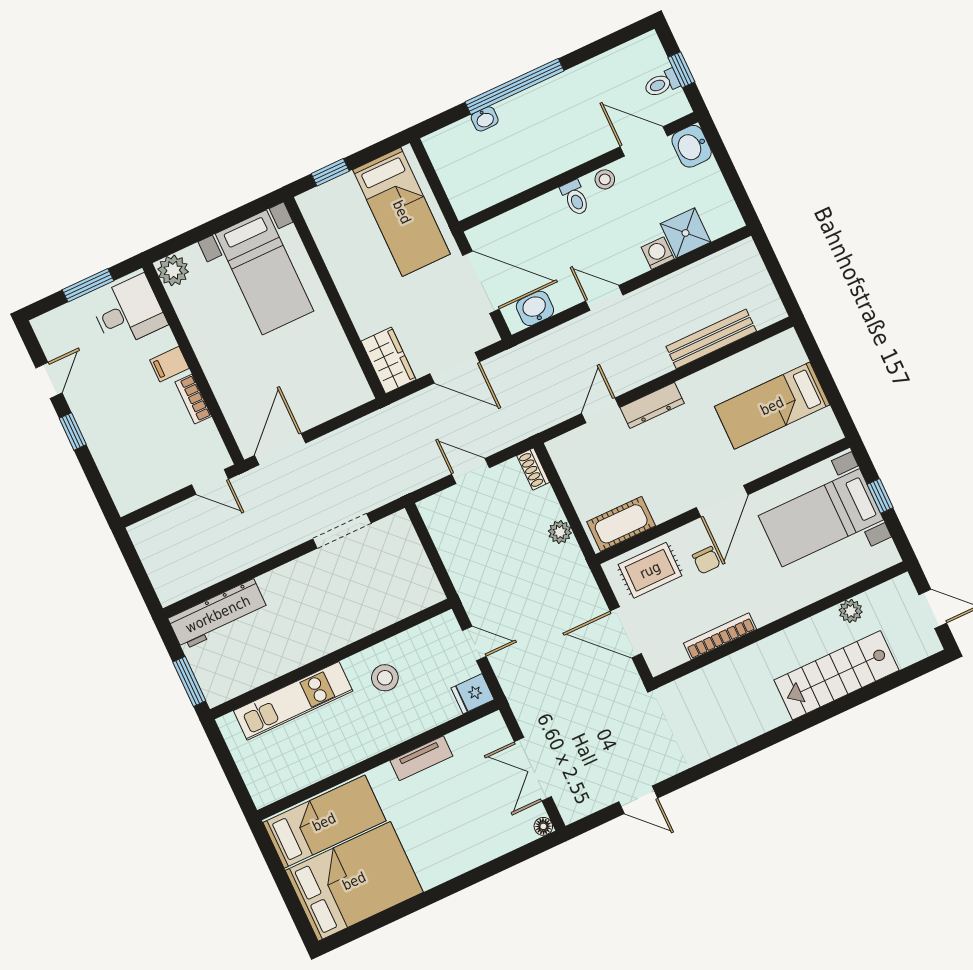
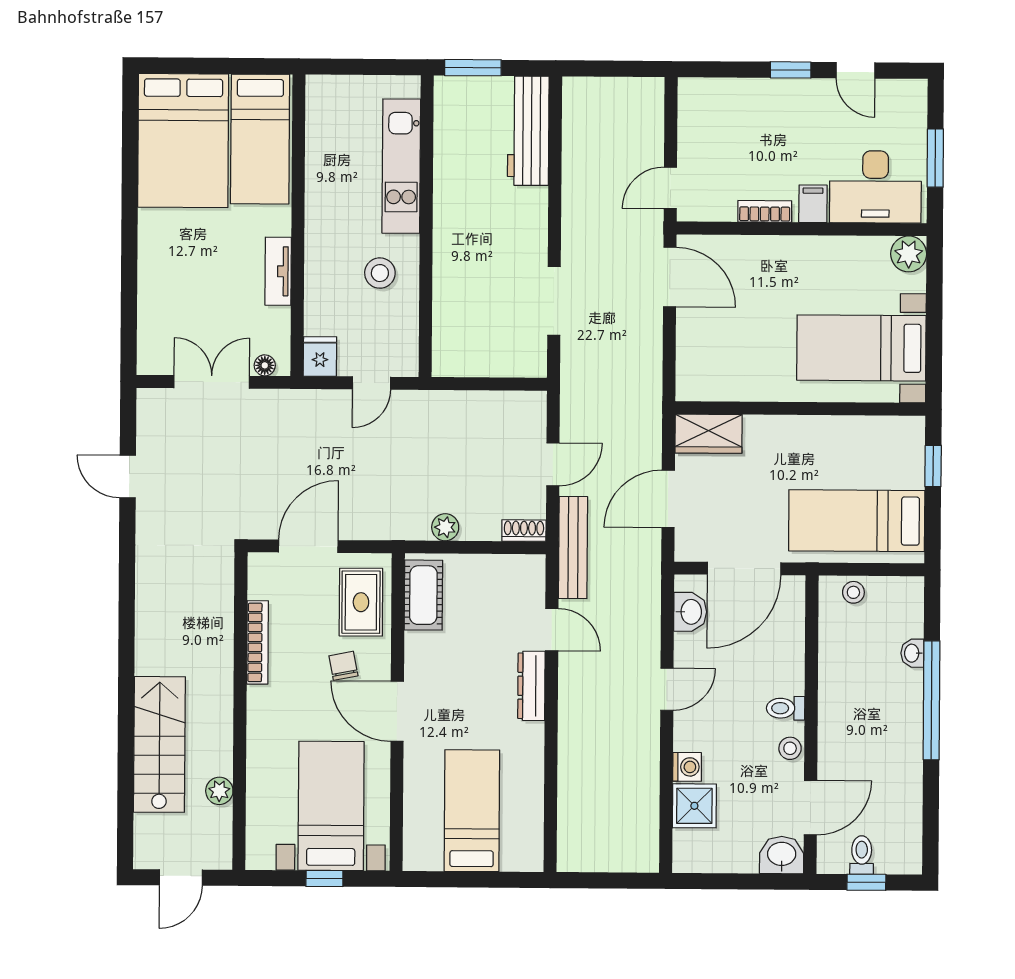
stool: (459, 188) -> (853, 592), added
desk: (128, 312) -> (875, 187), width x1.37
bench: (711, 339) -> (573, 548), moved
chair: (706, 560) -> (343, 666), turned 79
door: (638, 800) -> (128, 476), hinge flipped
floor lamp: (543, 826) -> (265, 365), moved

